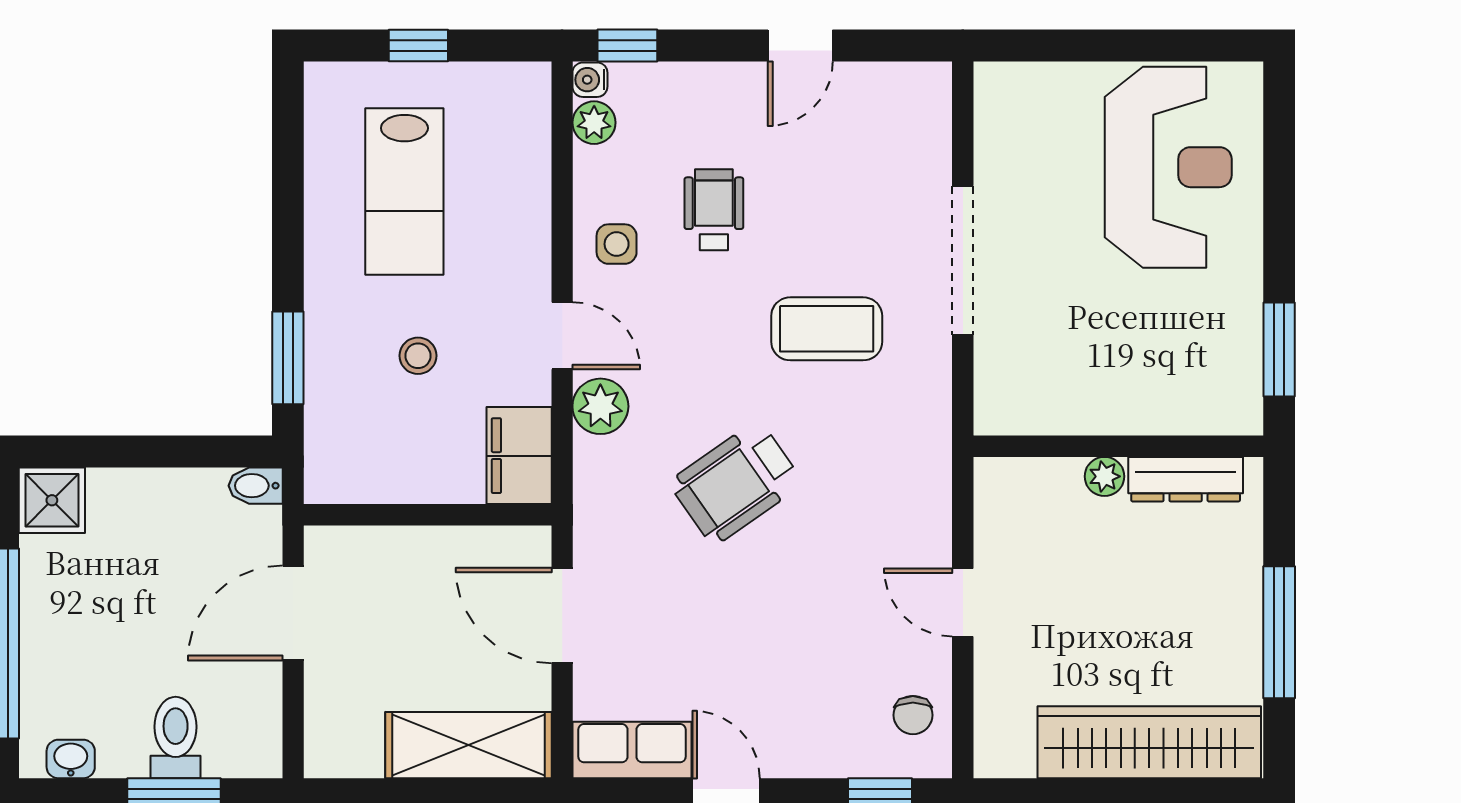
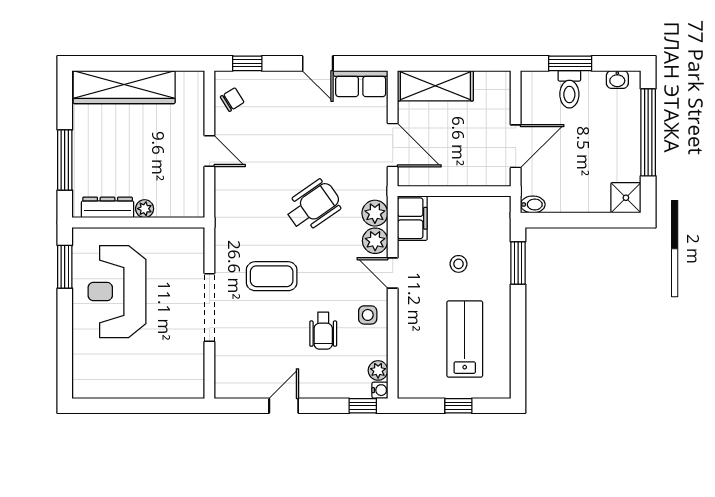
reception desk: (1168, 167) -> (117, 292), moved
plant: (601, 467) -> (375, 213), added
window: (1279, 632) -> (65, 160), moved
chair: (913, 715) -> (232, 100), turned 58

